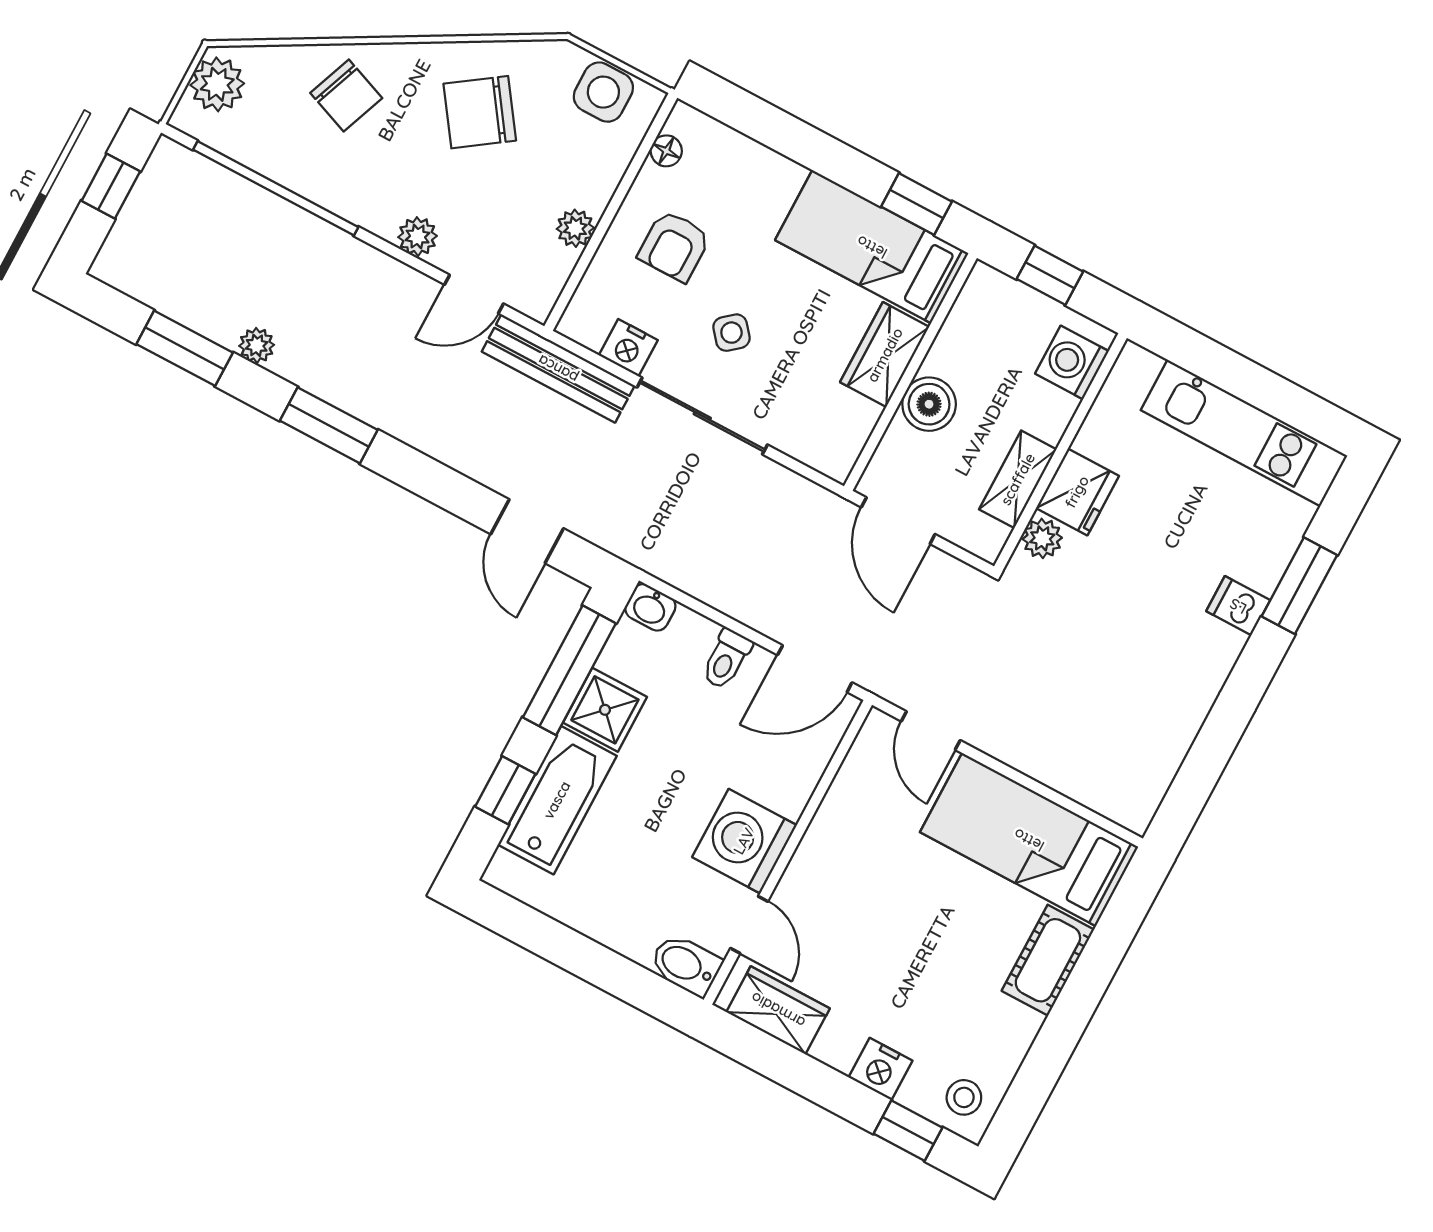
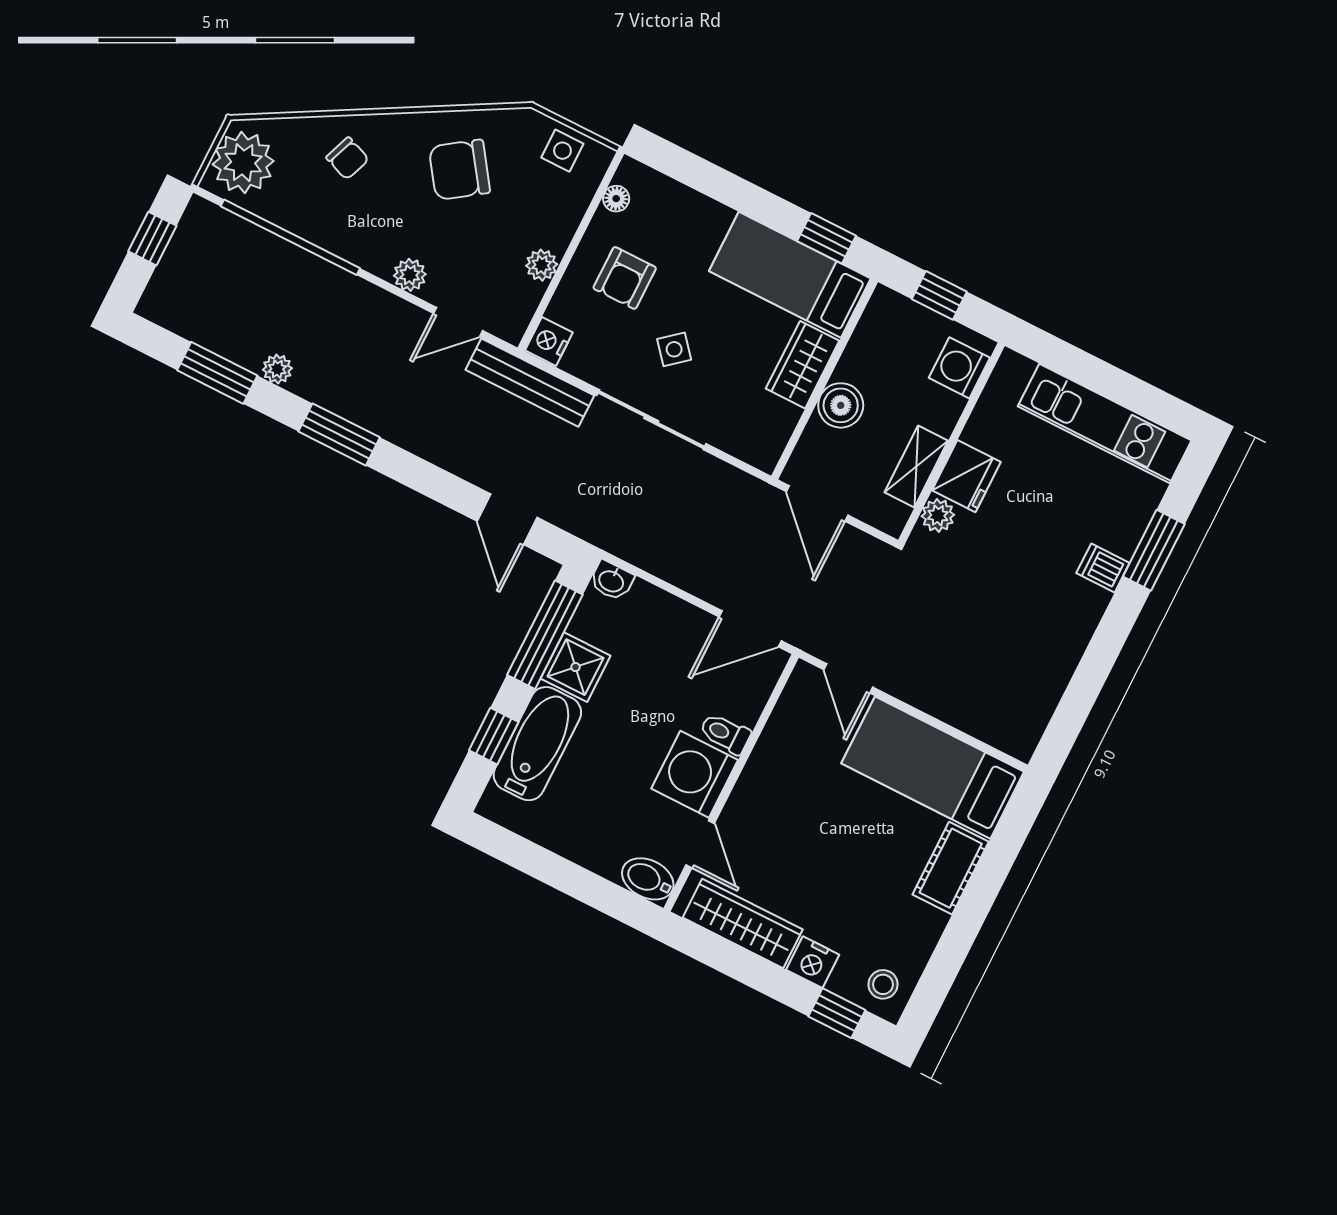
plant: (217, 84) -> (243, 163), width x1.36, depth x1.36
side table: (603, 92) -> (562, 151), width x0.73, depth x0.73
chair: (346, 96) -> (348, 158), width x0.73, depth x0.73
nightstand: (628, 348) -> (549, 341), moved, turned 90
toilet: (726, 659) -> (725, 733), moved, turned 90
wardrobe: (778, 1010) -> (743, 924), width x1.50

